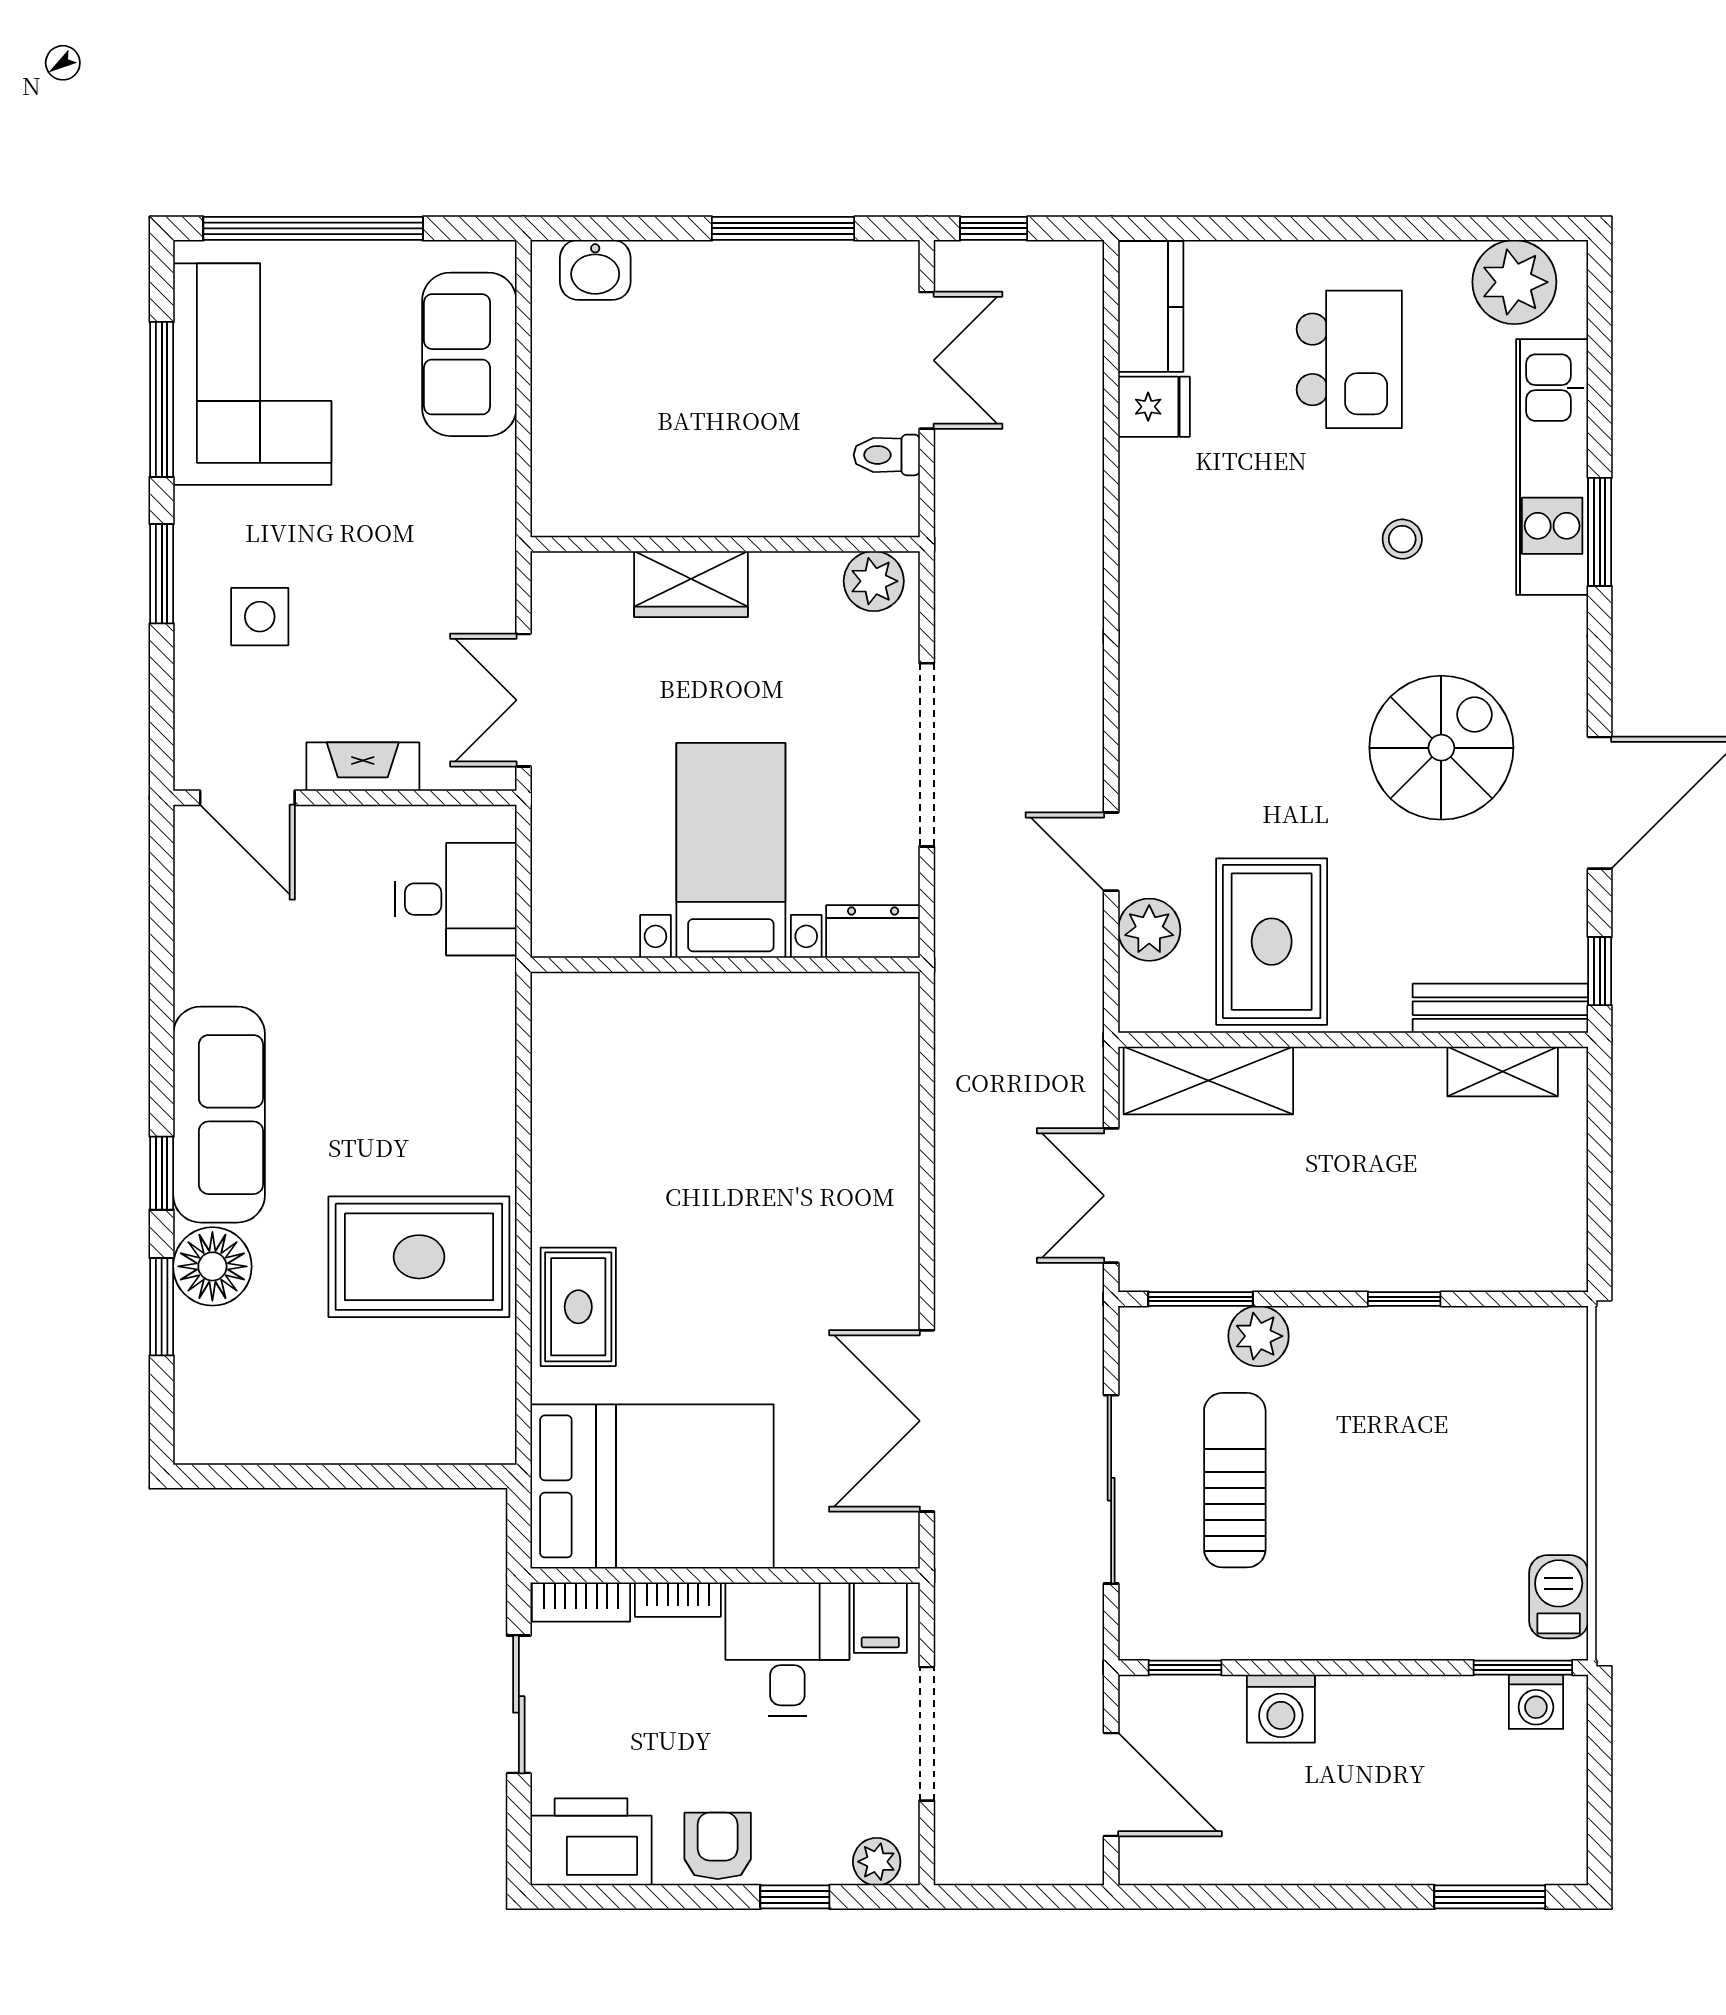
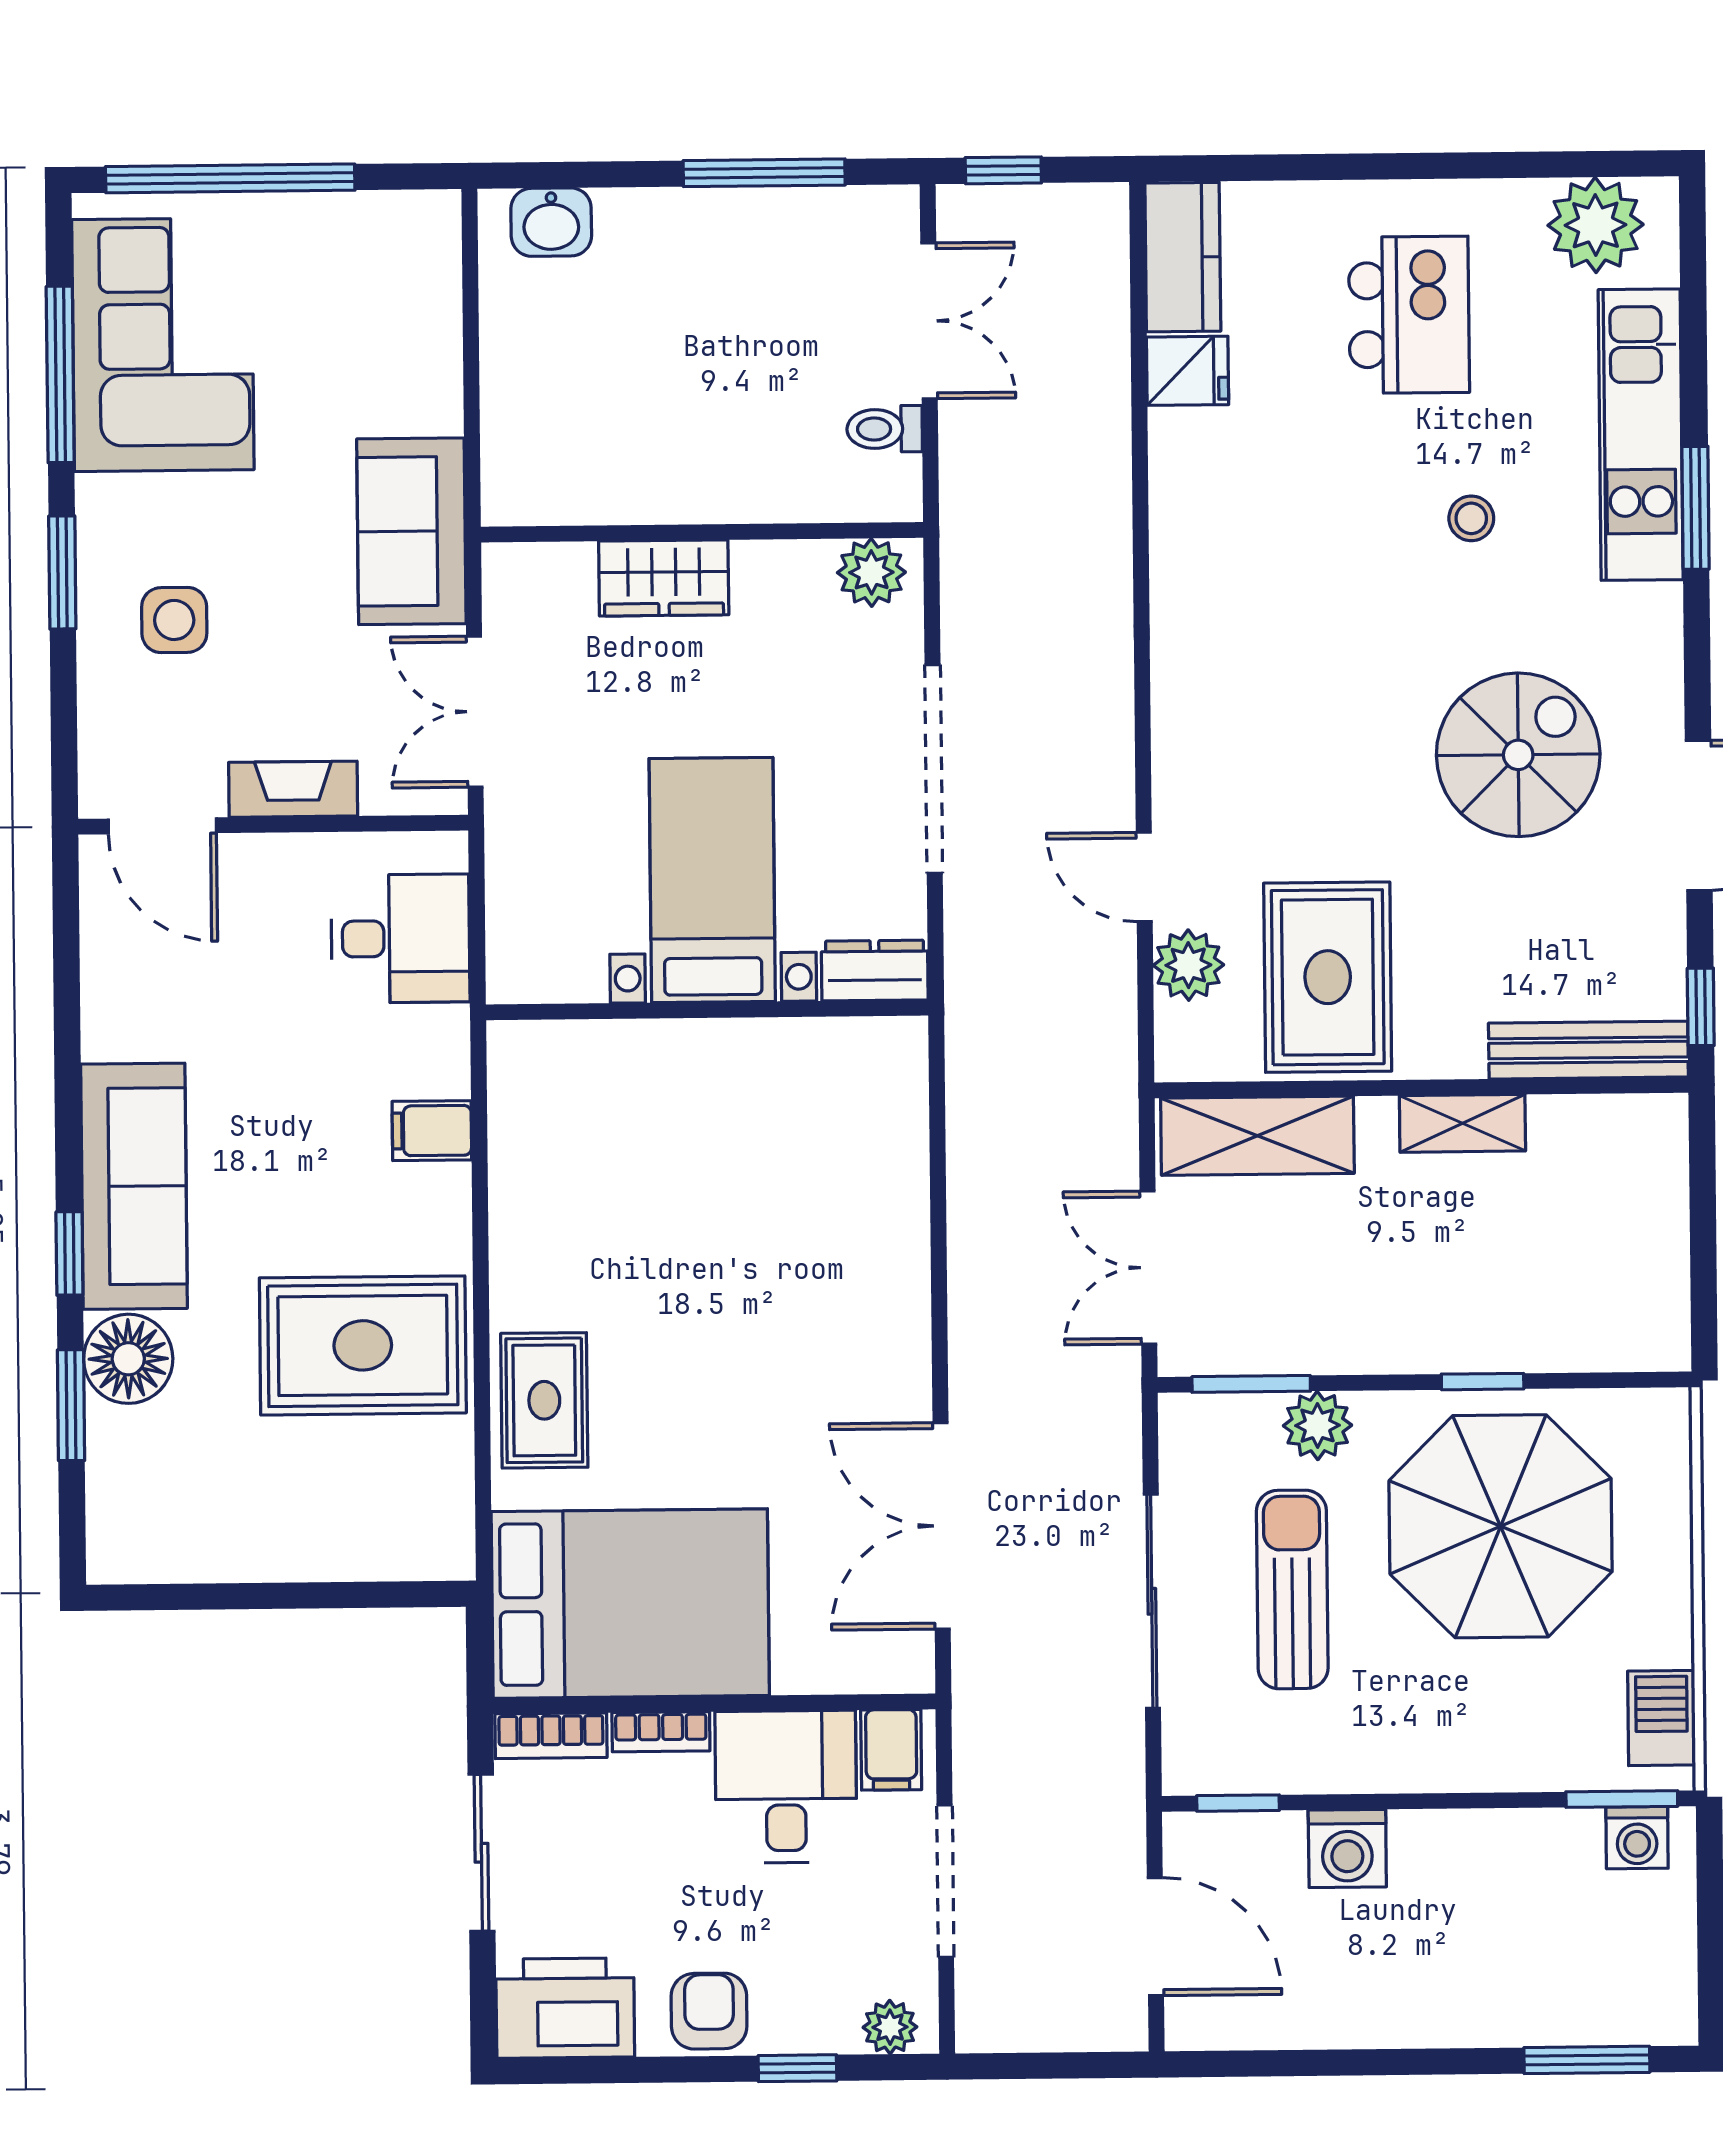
sofa: (469, 354) -> (411, 531), moved
filing cabinet: (482, 1068) -> (432, 1131), added
shelving: (1503, 1071) -> (1462, 1123), moved
parasol: (1419, 1426) -> (1501, 1526), added

